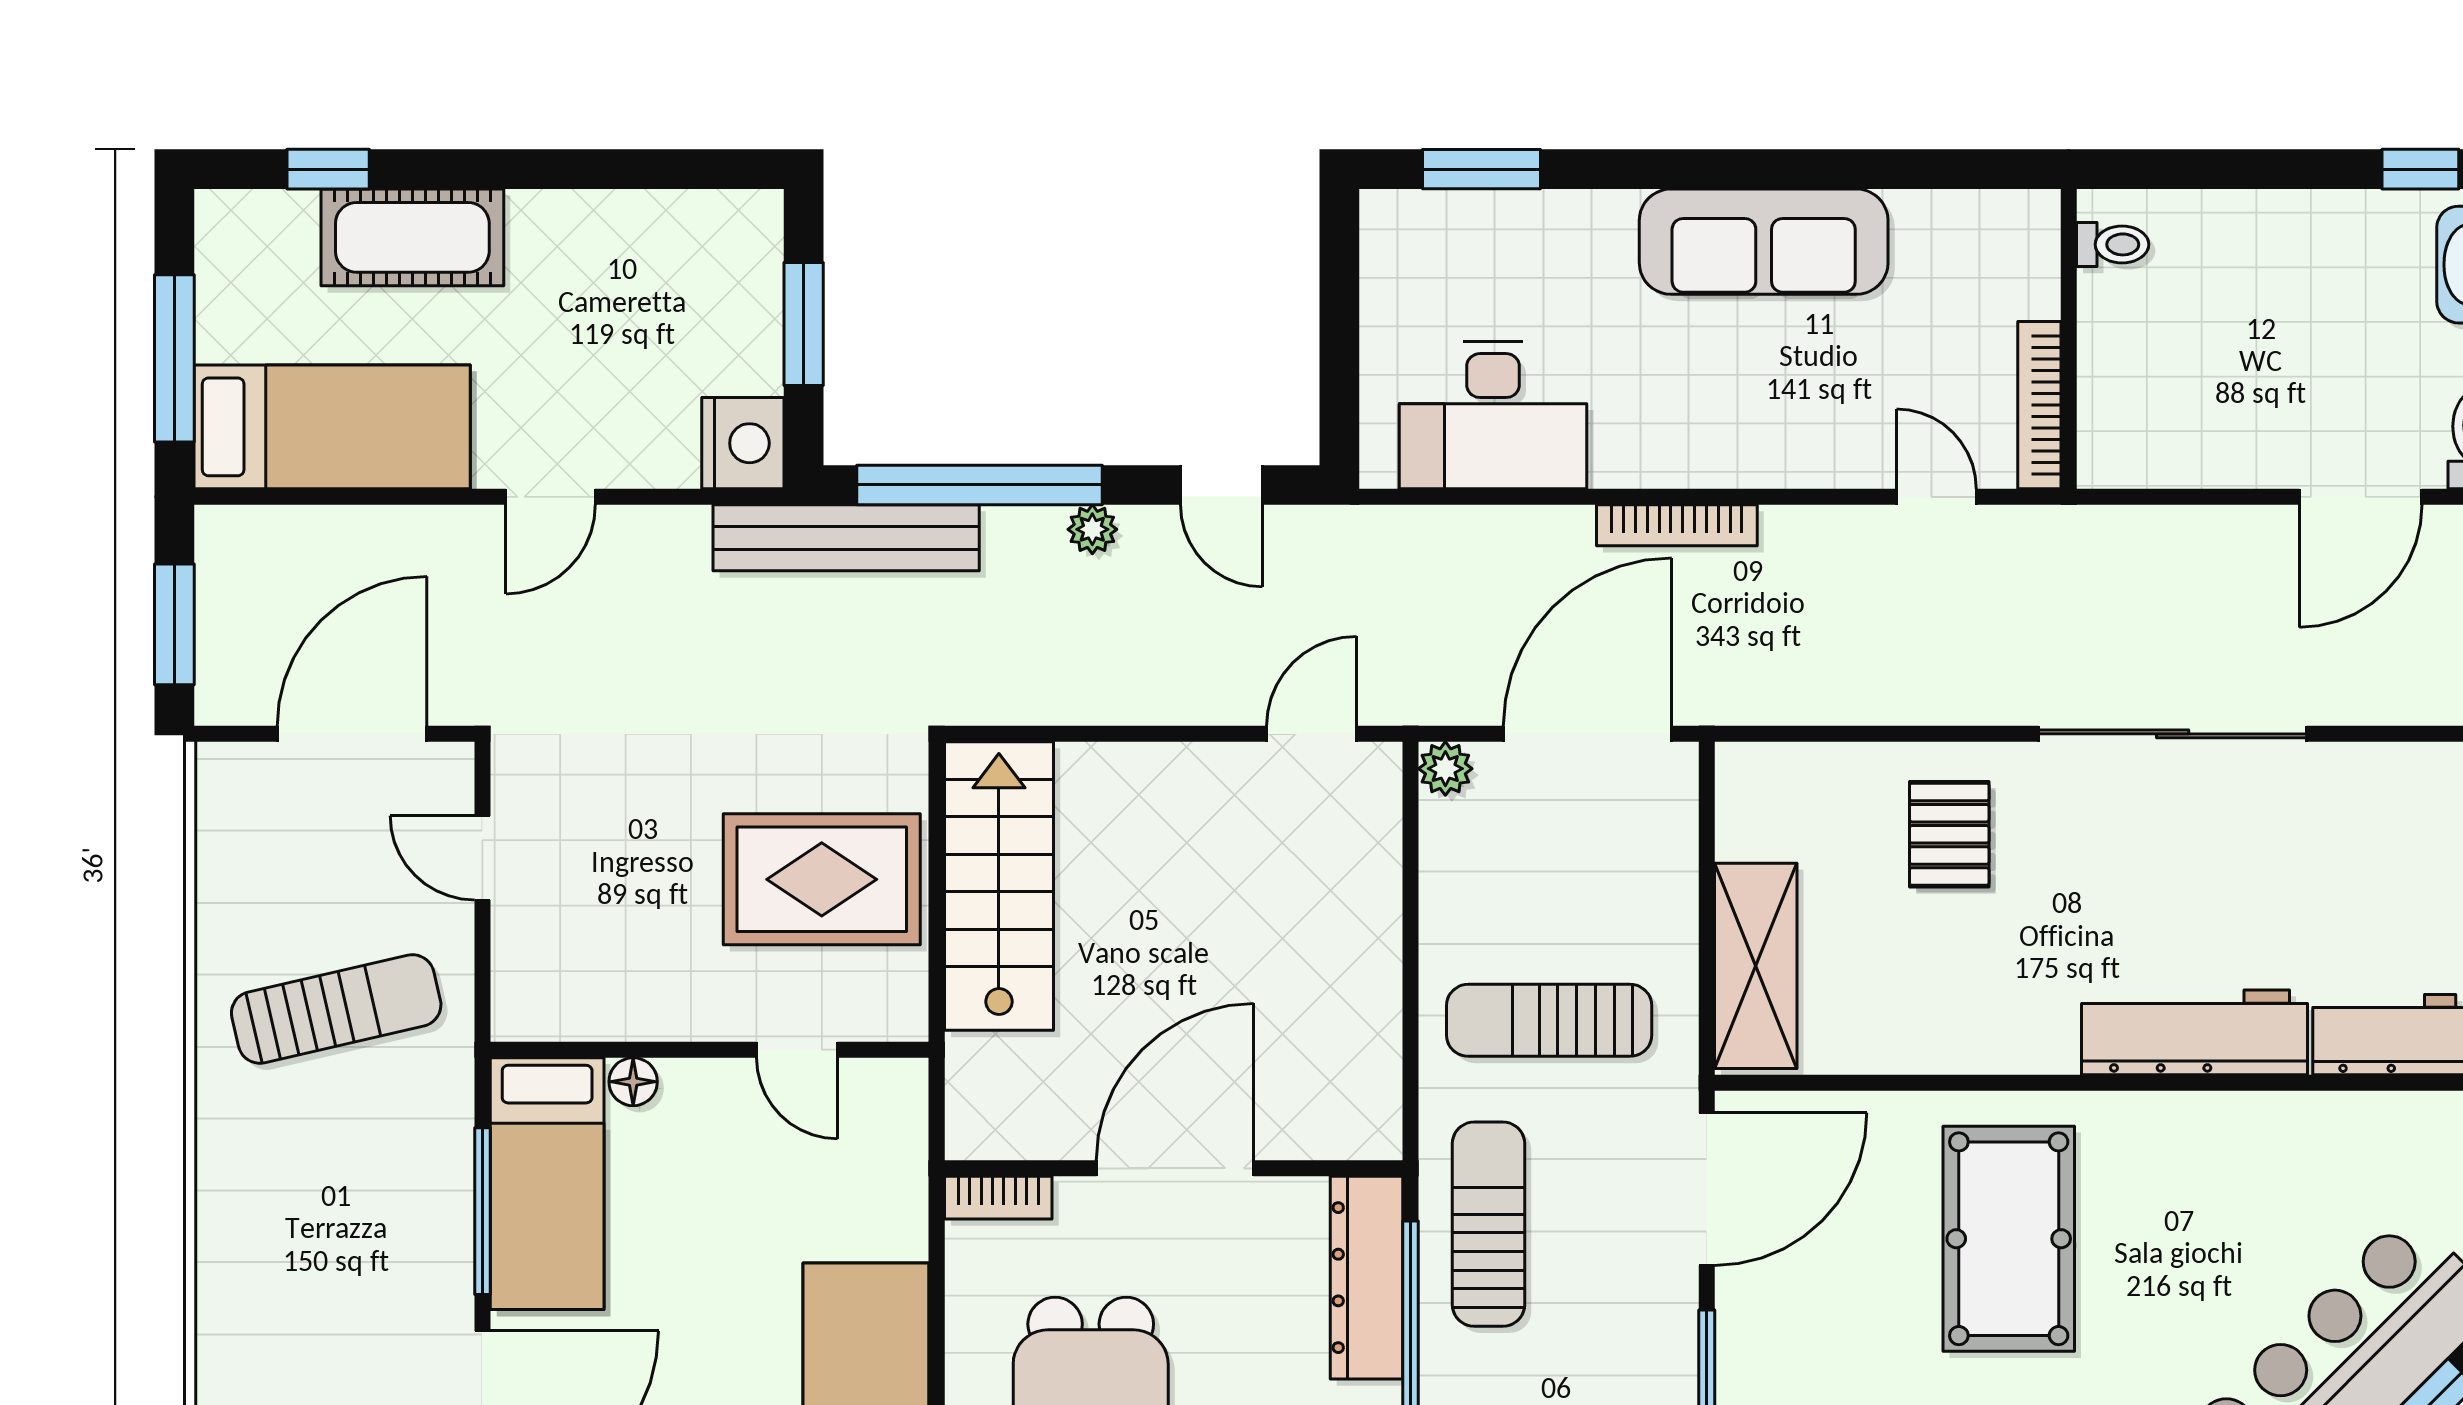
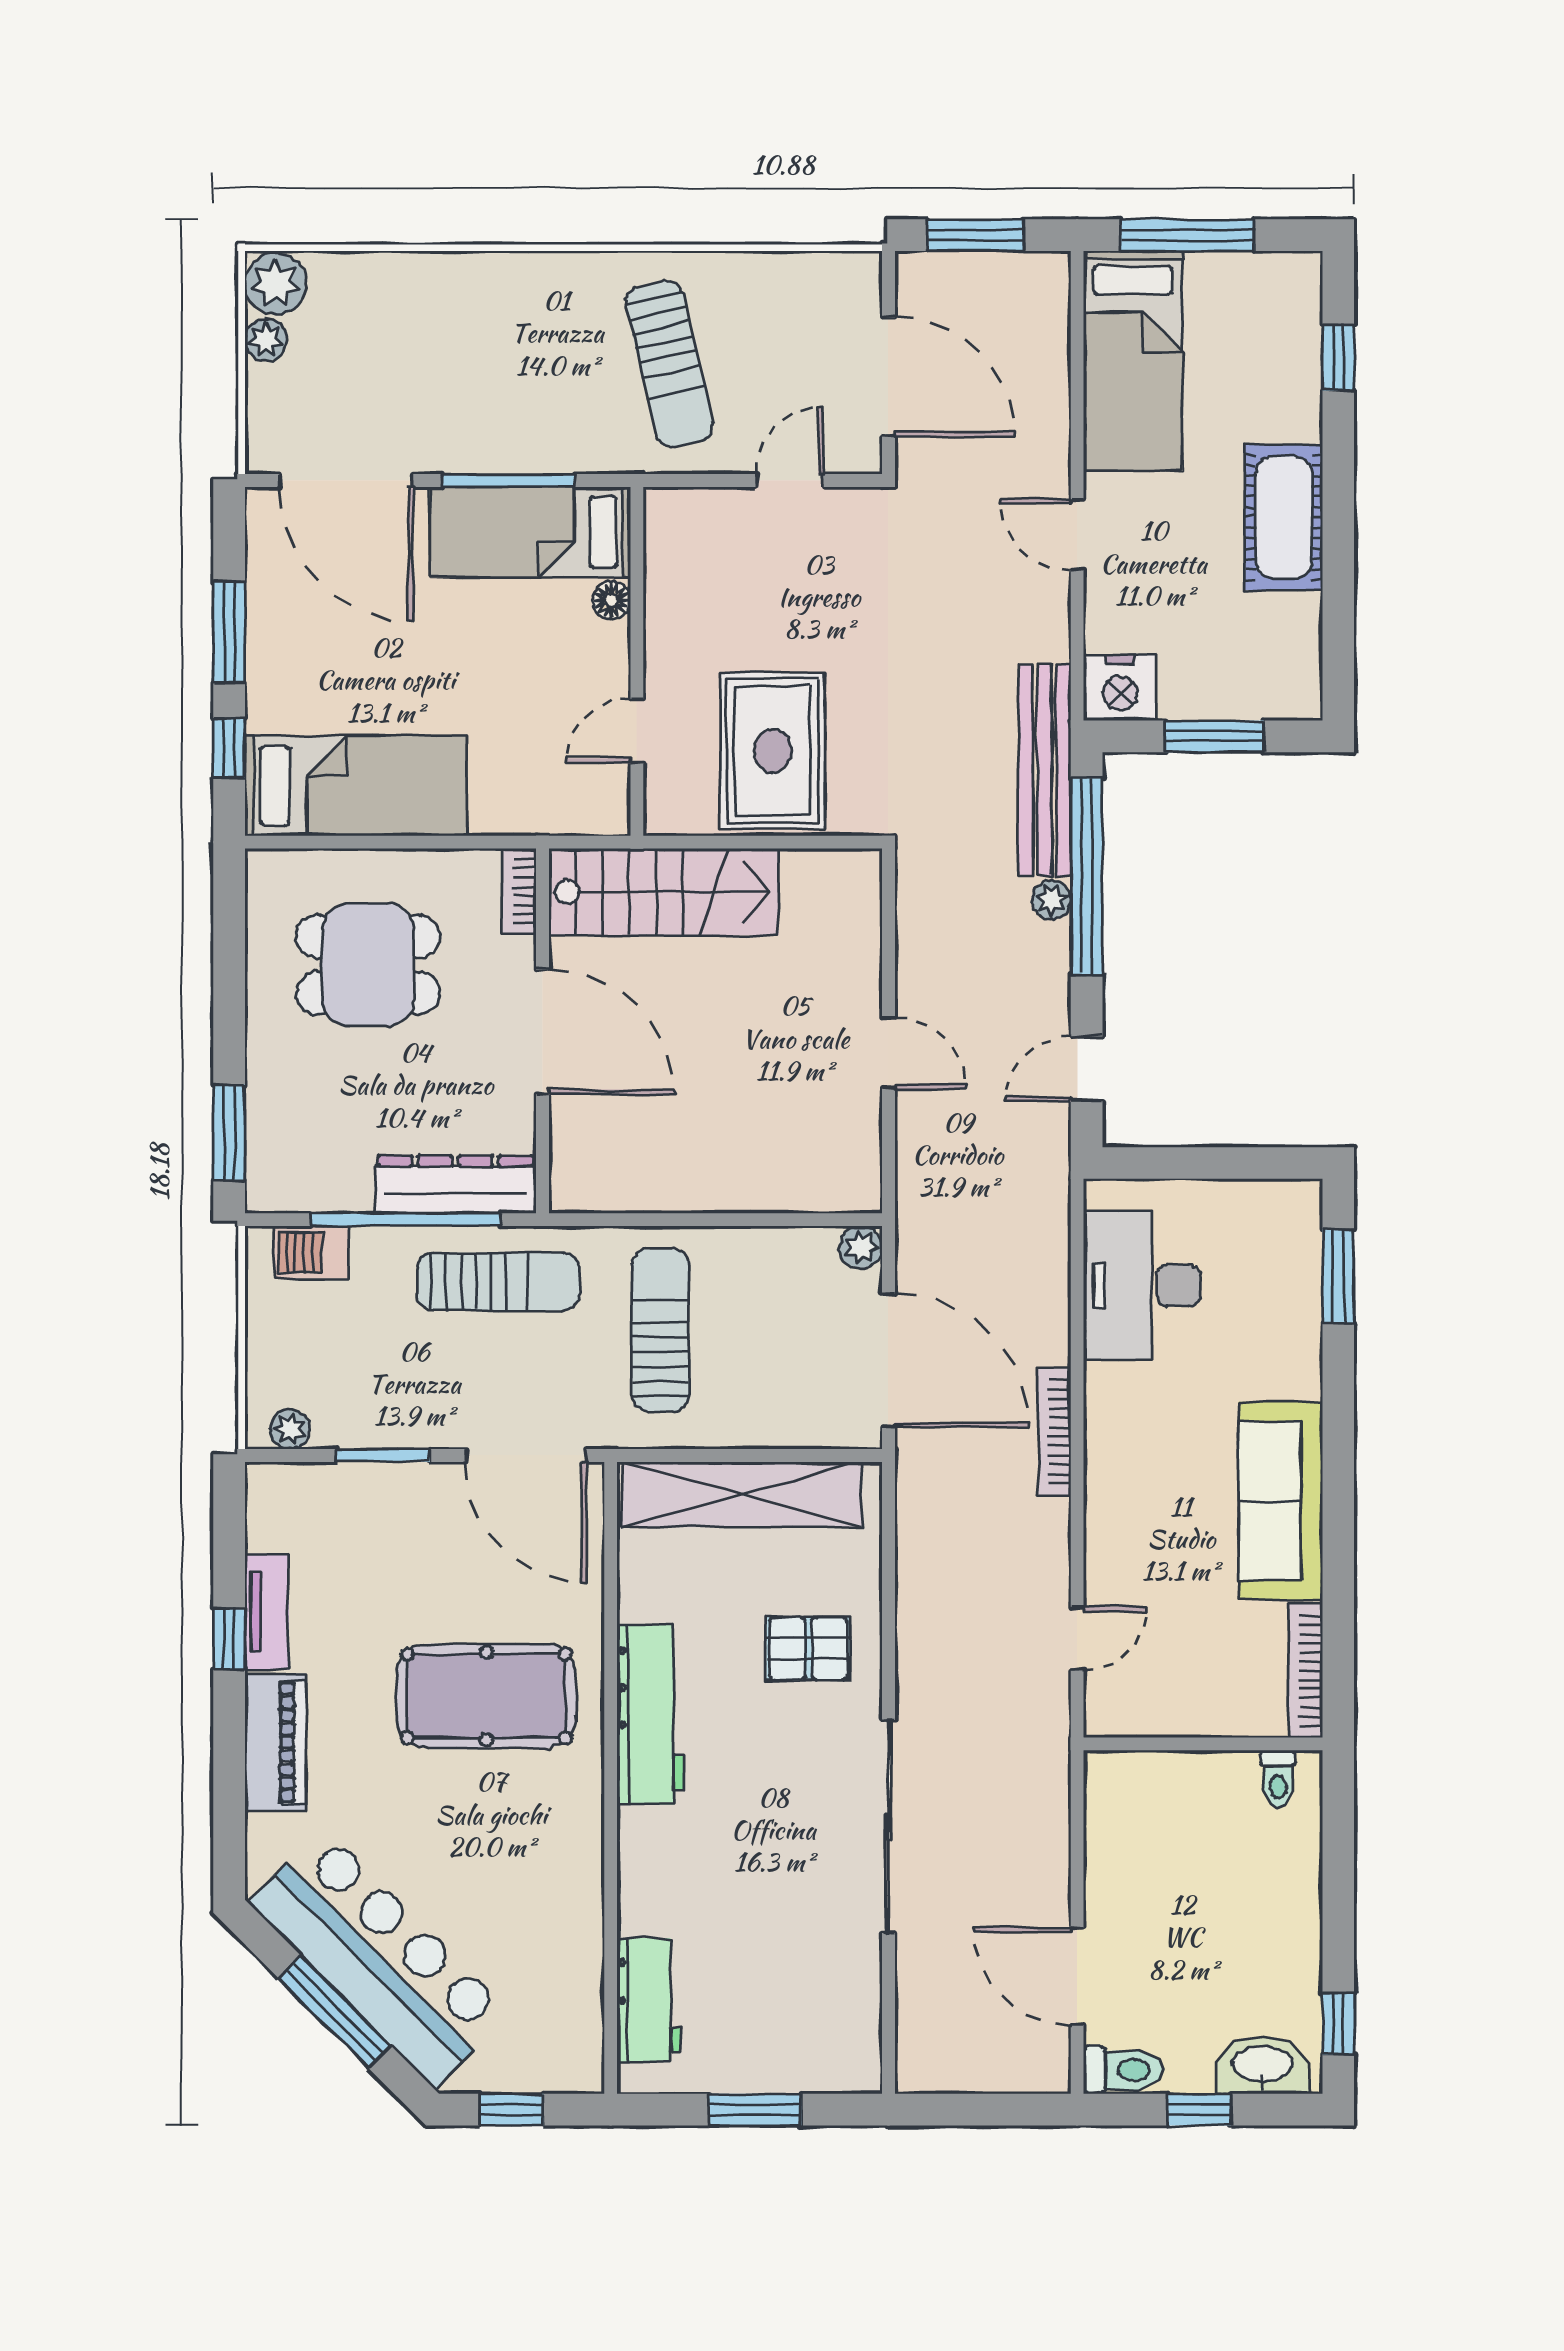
cot: (412, 237) -> (1284, 517), moved
bookcase: (2039, 405) -> (1305, 1671), moved, turned -90
plant: (1092, 529) -> (1051, 900), moved
door: (1312, 734) -> (888, 1053), moved
stairs: (999, 886) -> (664, 892), moved
shelving: (1756, 966) -> (742, 1494), width x1.47
workbench: (2195, 1032) -> (651, 1715), moved

